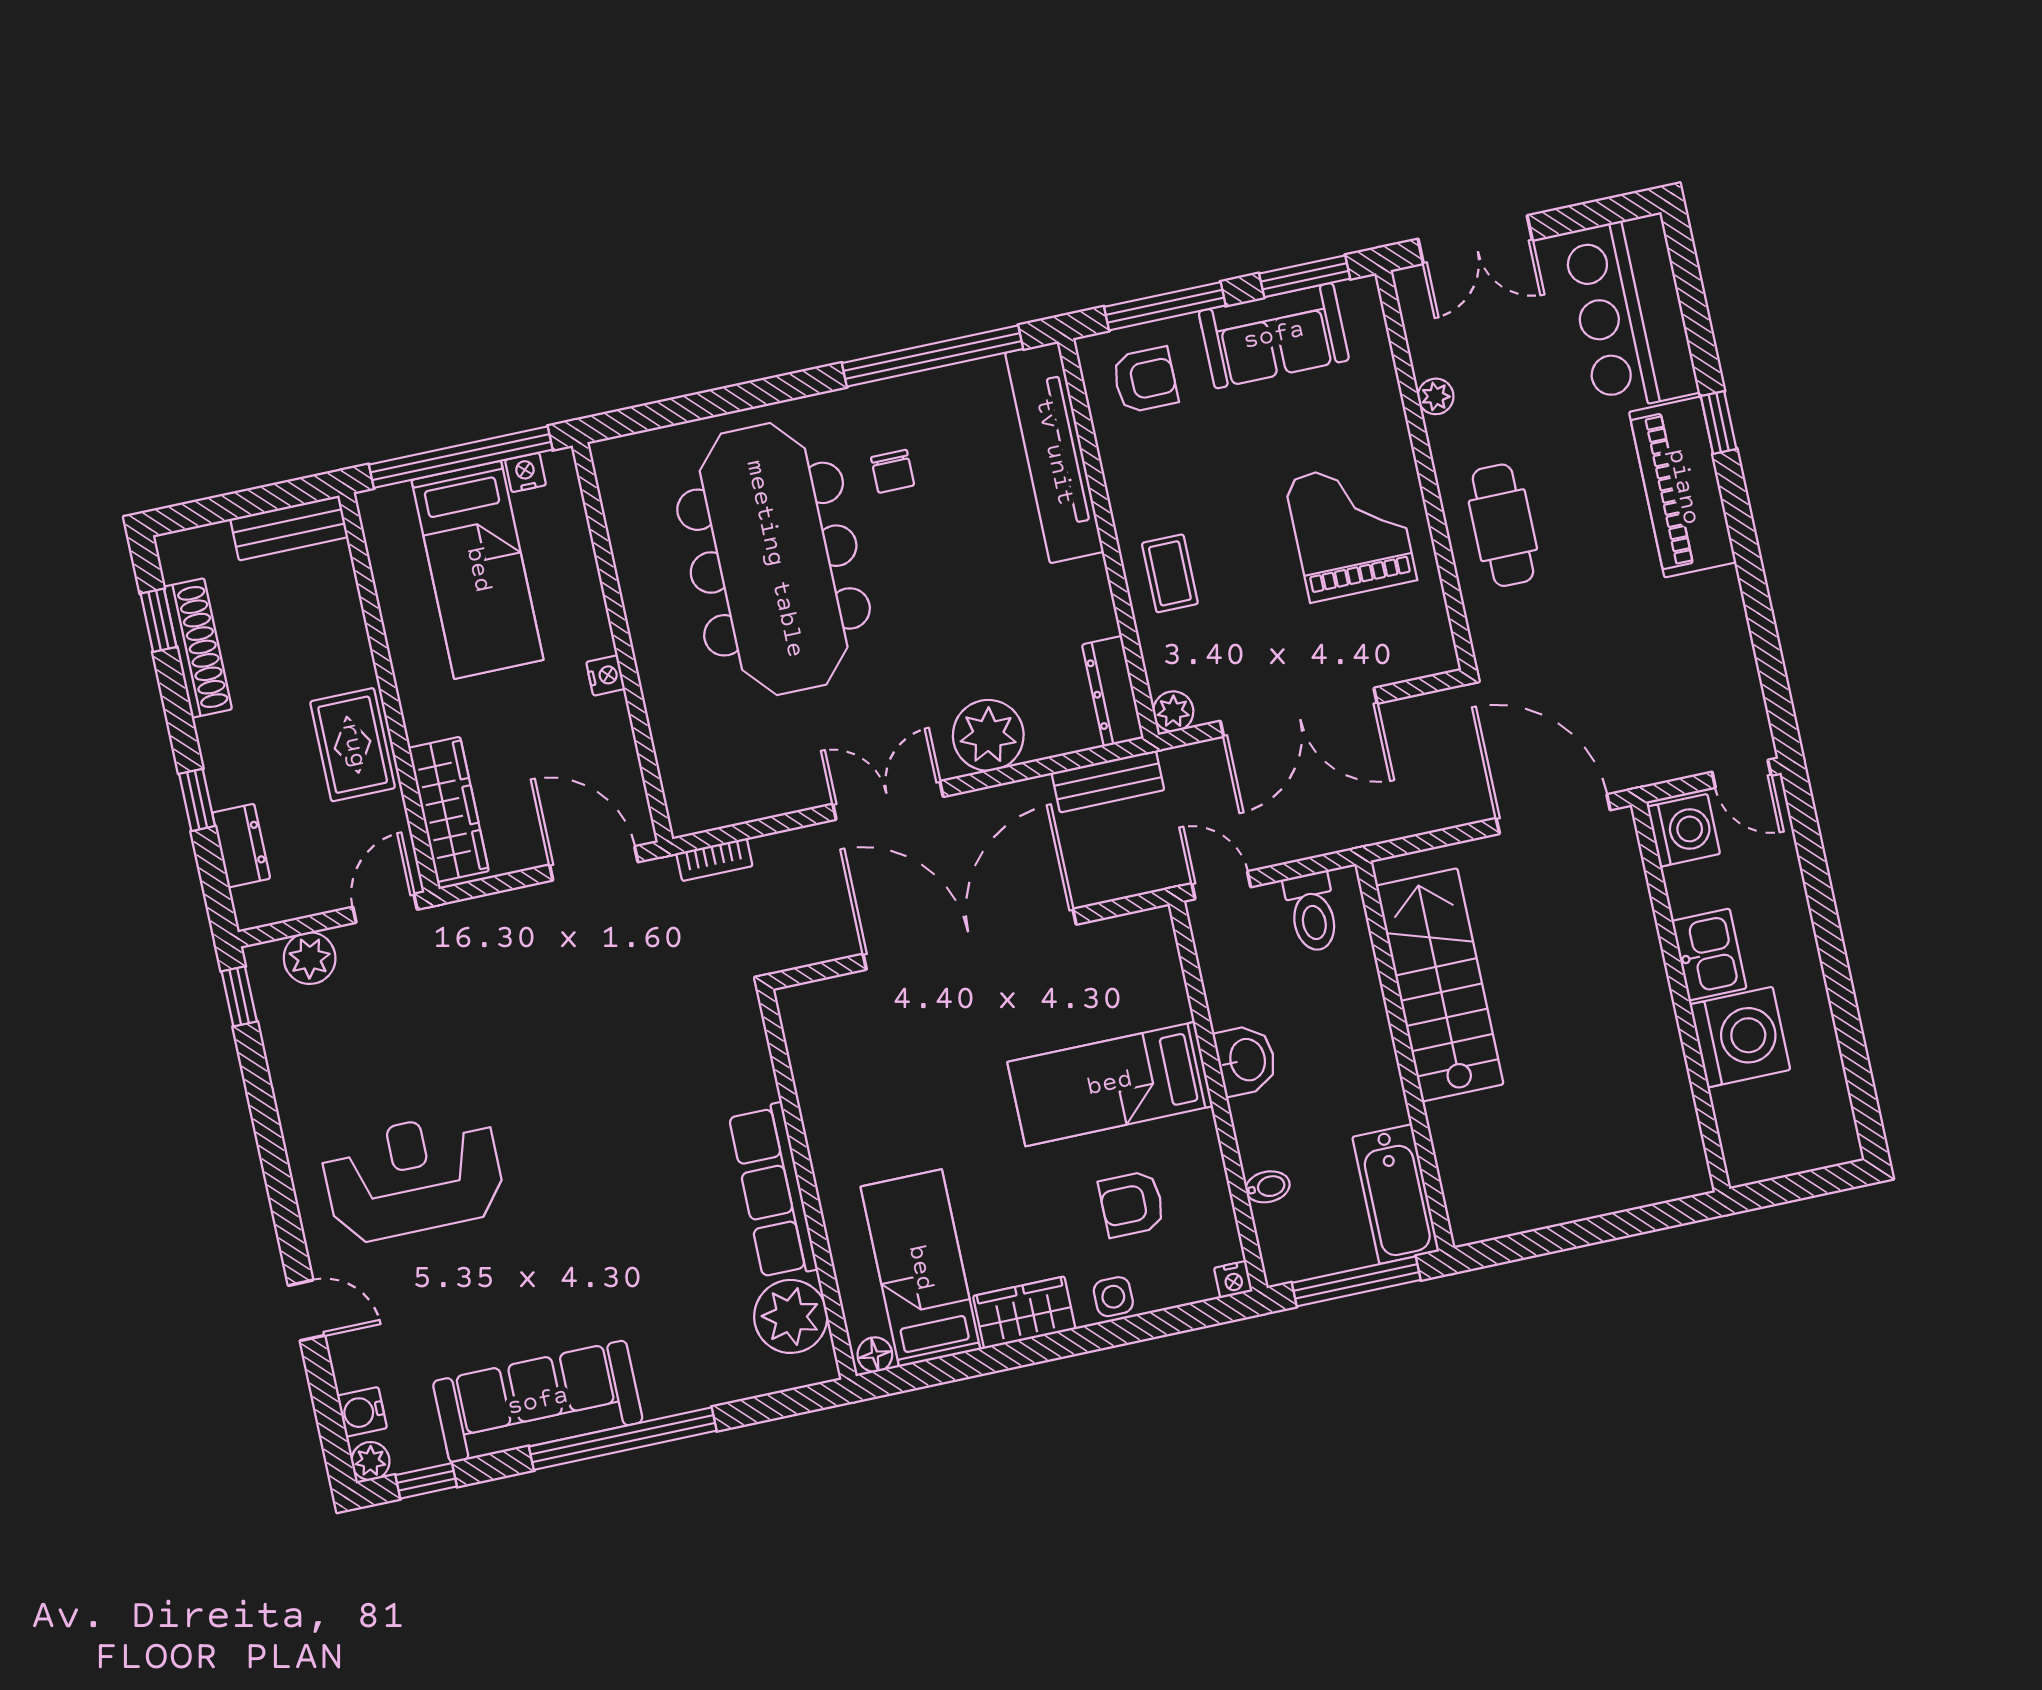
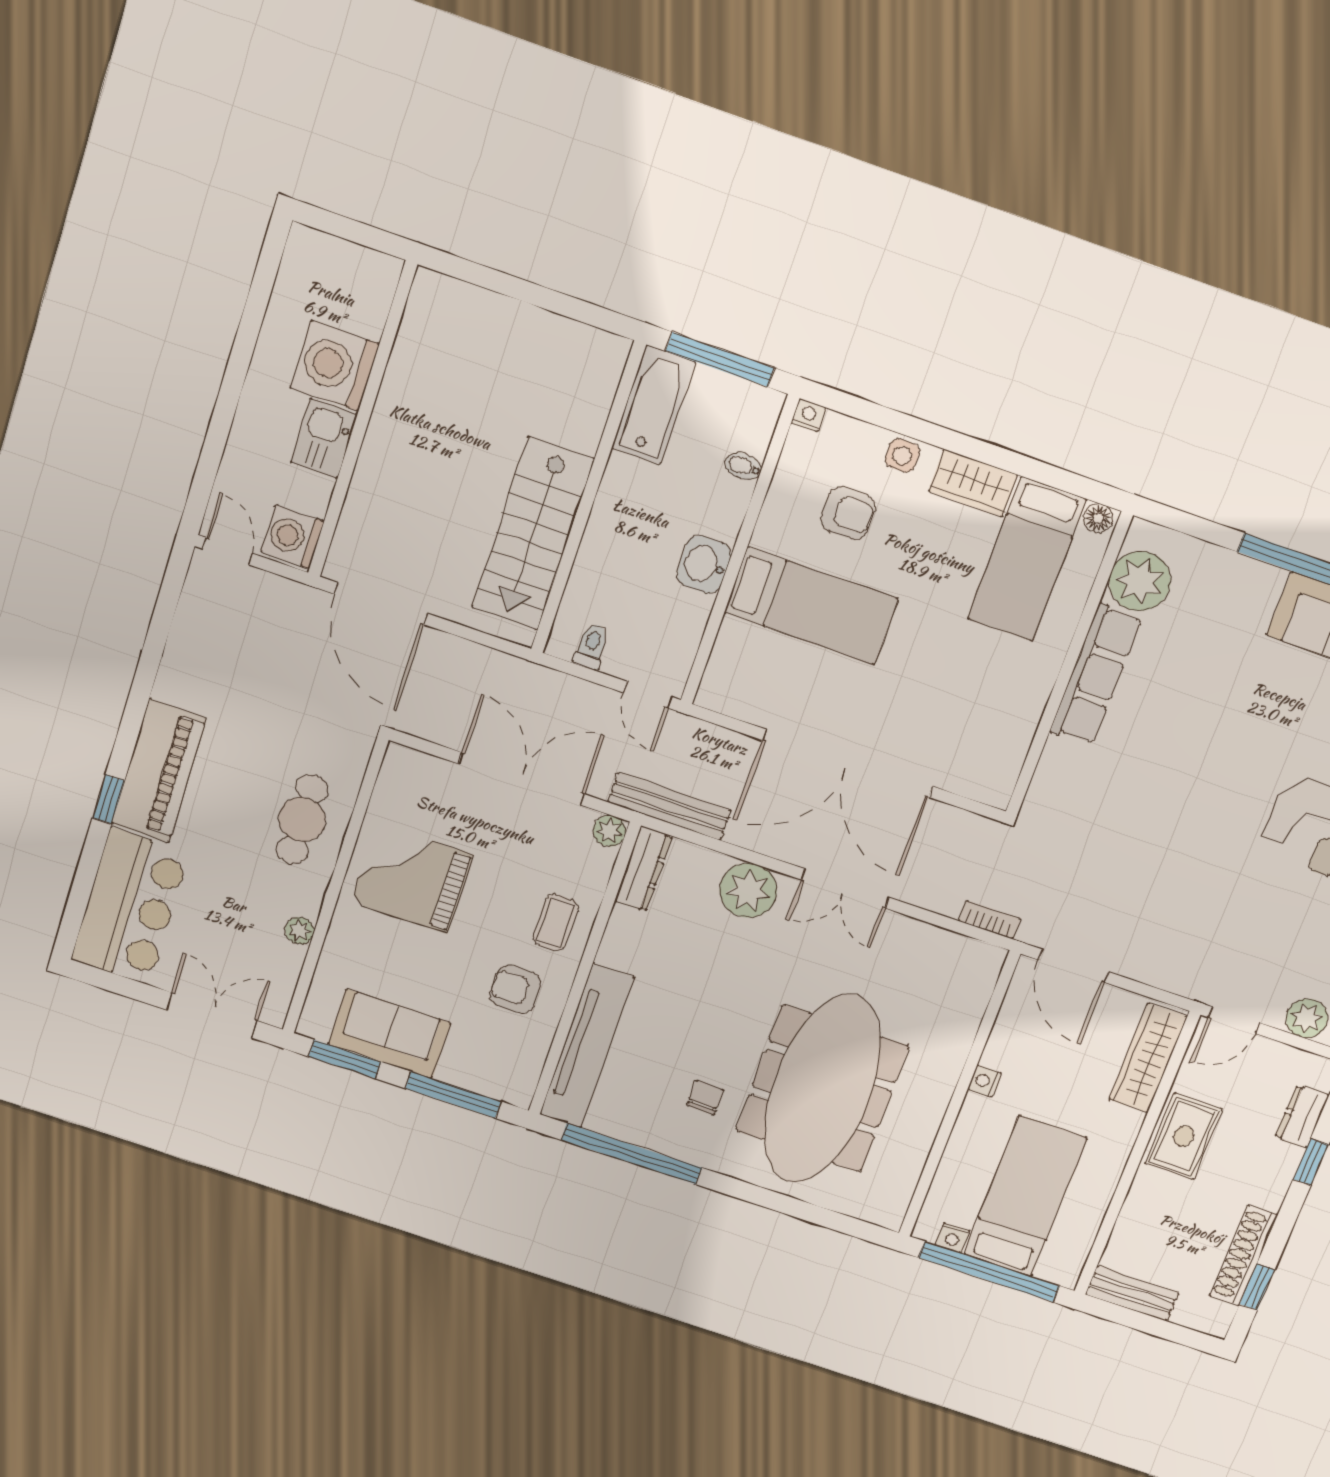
armchair: (1145, 380) -> (515, 989), moved
grand piano: (1350, 530) -> (412, 878), turned 90
bench: (1108, 781) -> (669, 806), width x1.36
toilet: (1312, 912) -> (591, 646), width x0.73, depth x0.72

